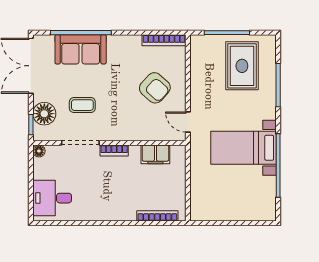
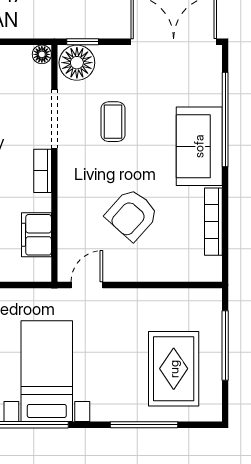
bookcase: (164, 40) -> (213, 222), moved
sofa: (81, 49) -> (199, 146), moved
rug: (242, 66) -> (174, 369), turned 90
armchair: (155, 88) -> (132, 215), moved
floor lamp: (44, 114) -> (77, 63), moved

